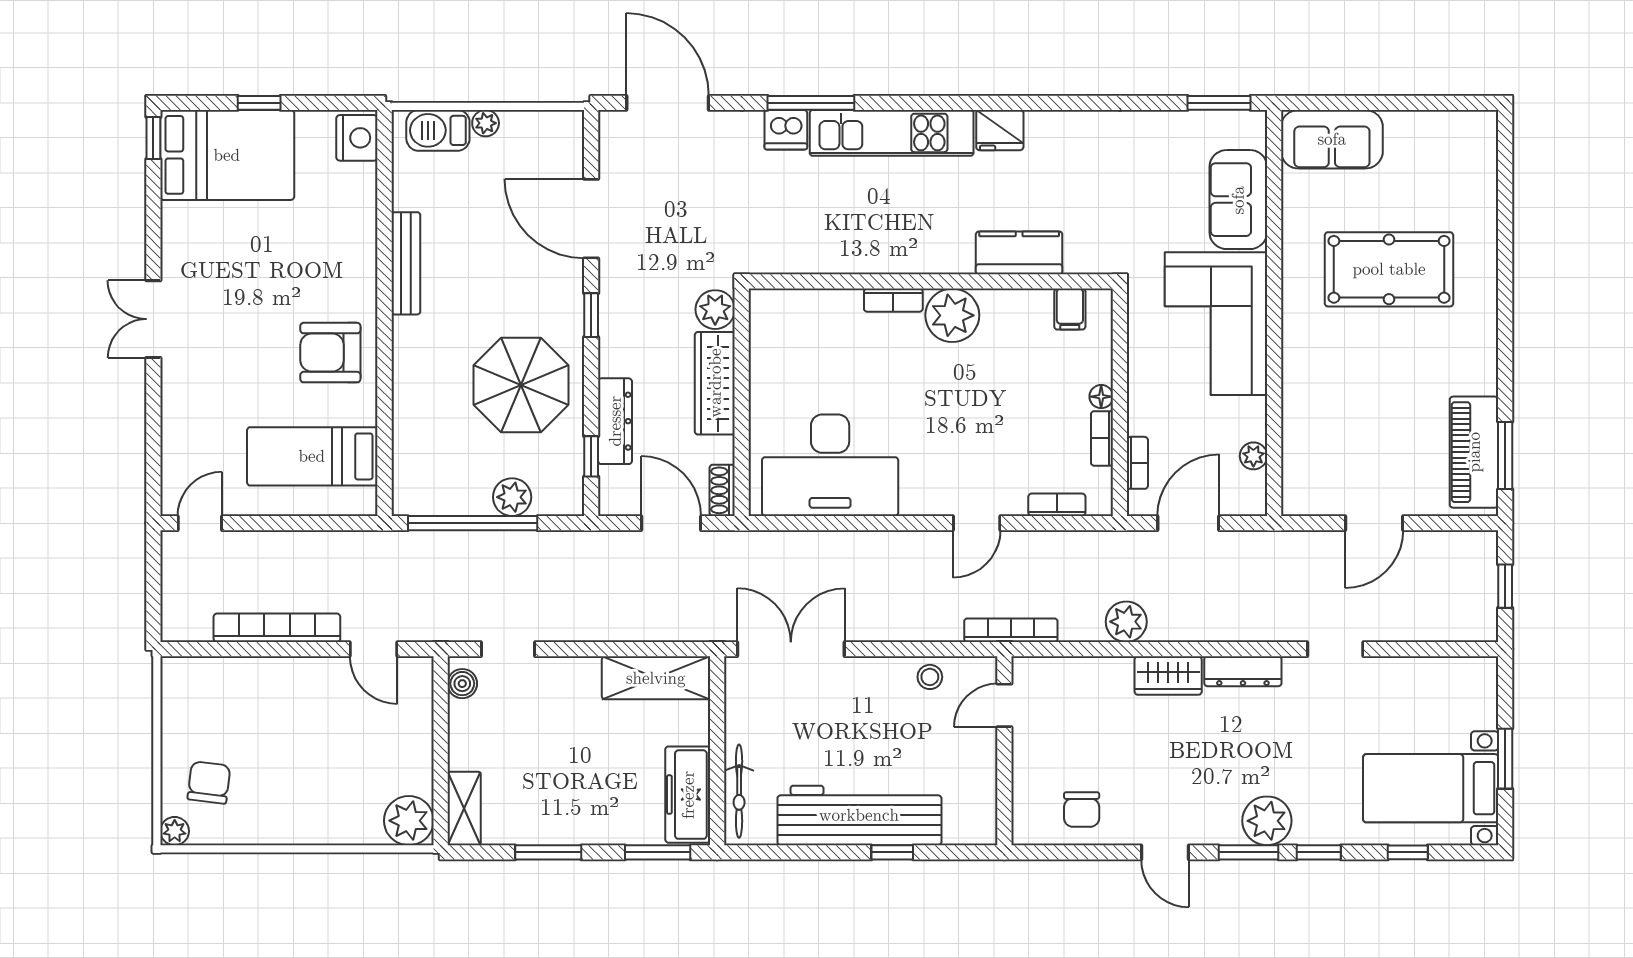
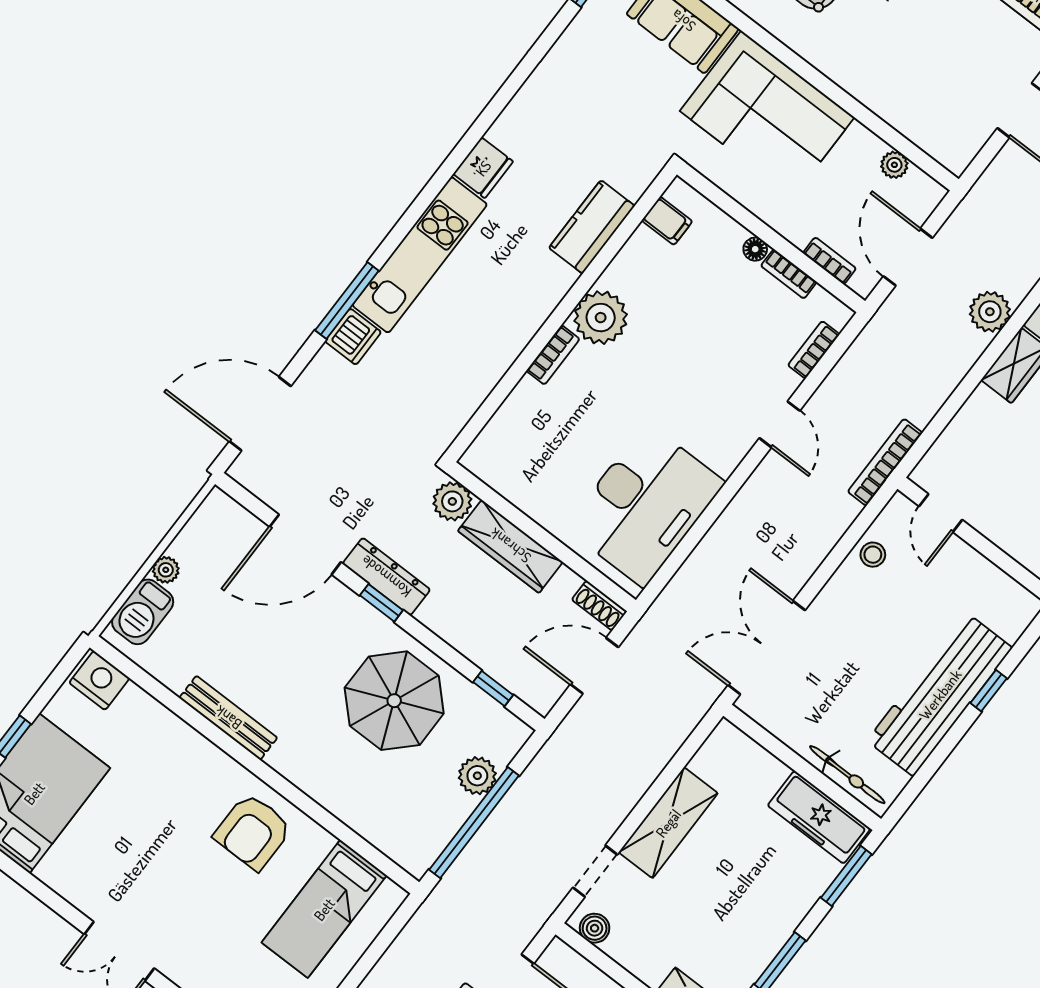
dresser: (615, 421) -> (386, 577), moved
plant: (1126, 622) -> (990, 312), moved
shelving: (656, 678) -> (668, 823), moved

